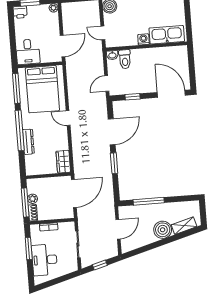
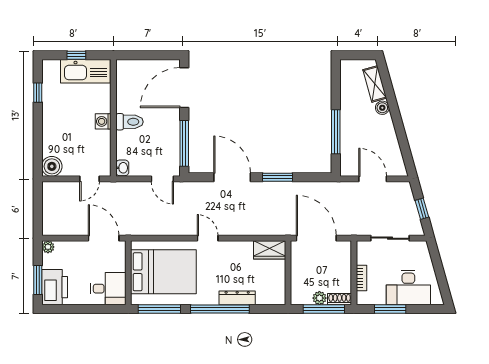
printer: (20, 12) -> (55, 287), width x1.87, depth x1.48
window: (188, 17) -> (76, 55), added
kitchen sink: (167, 35) -> (85, 71), moved, turned -90
toilet: (125, 59) -> (129, 122), moved
window: (133, 97) -> (184, 143), width x2.17
door: (68, 118) -> (208, 238), swing flipped
boiler: (163, 230) -> (382, 108), width x0.54, depth x0.54

